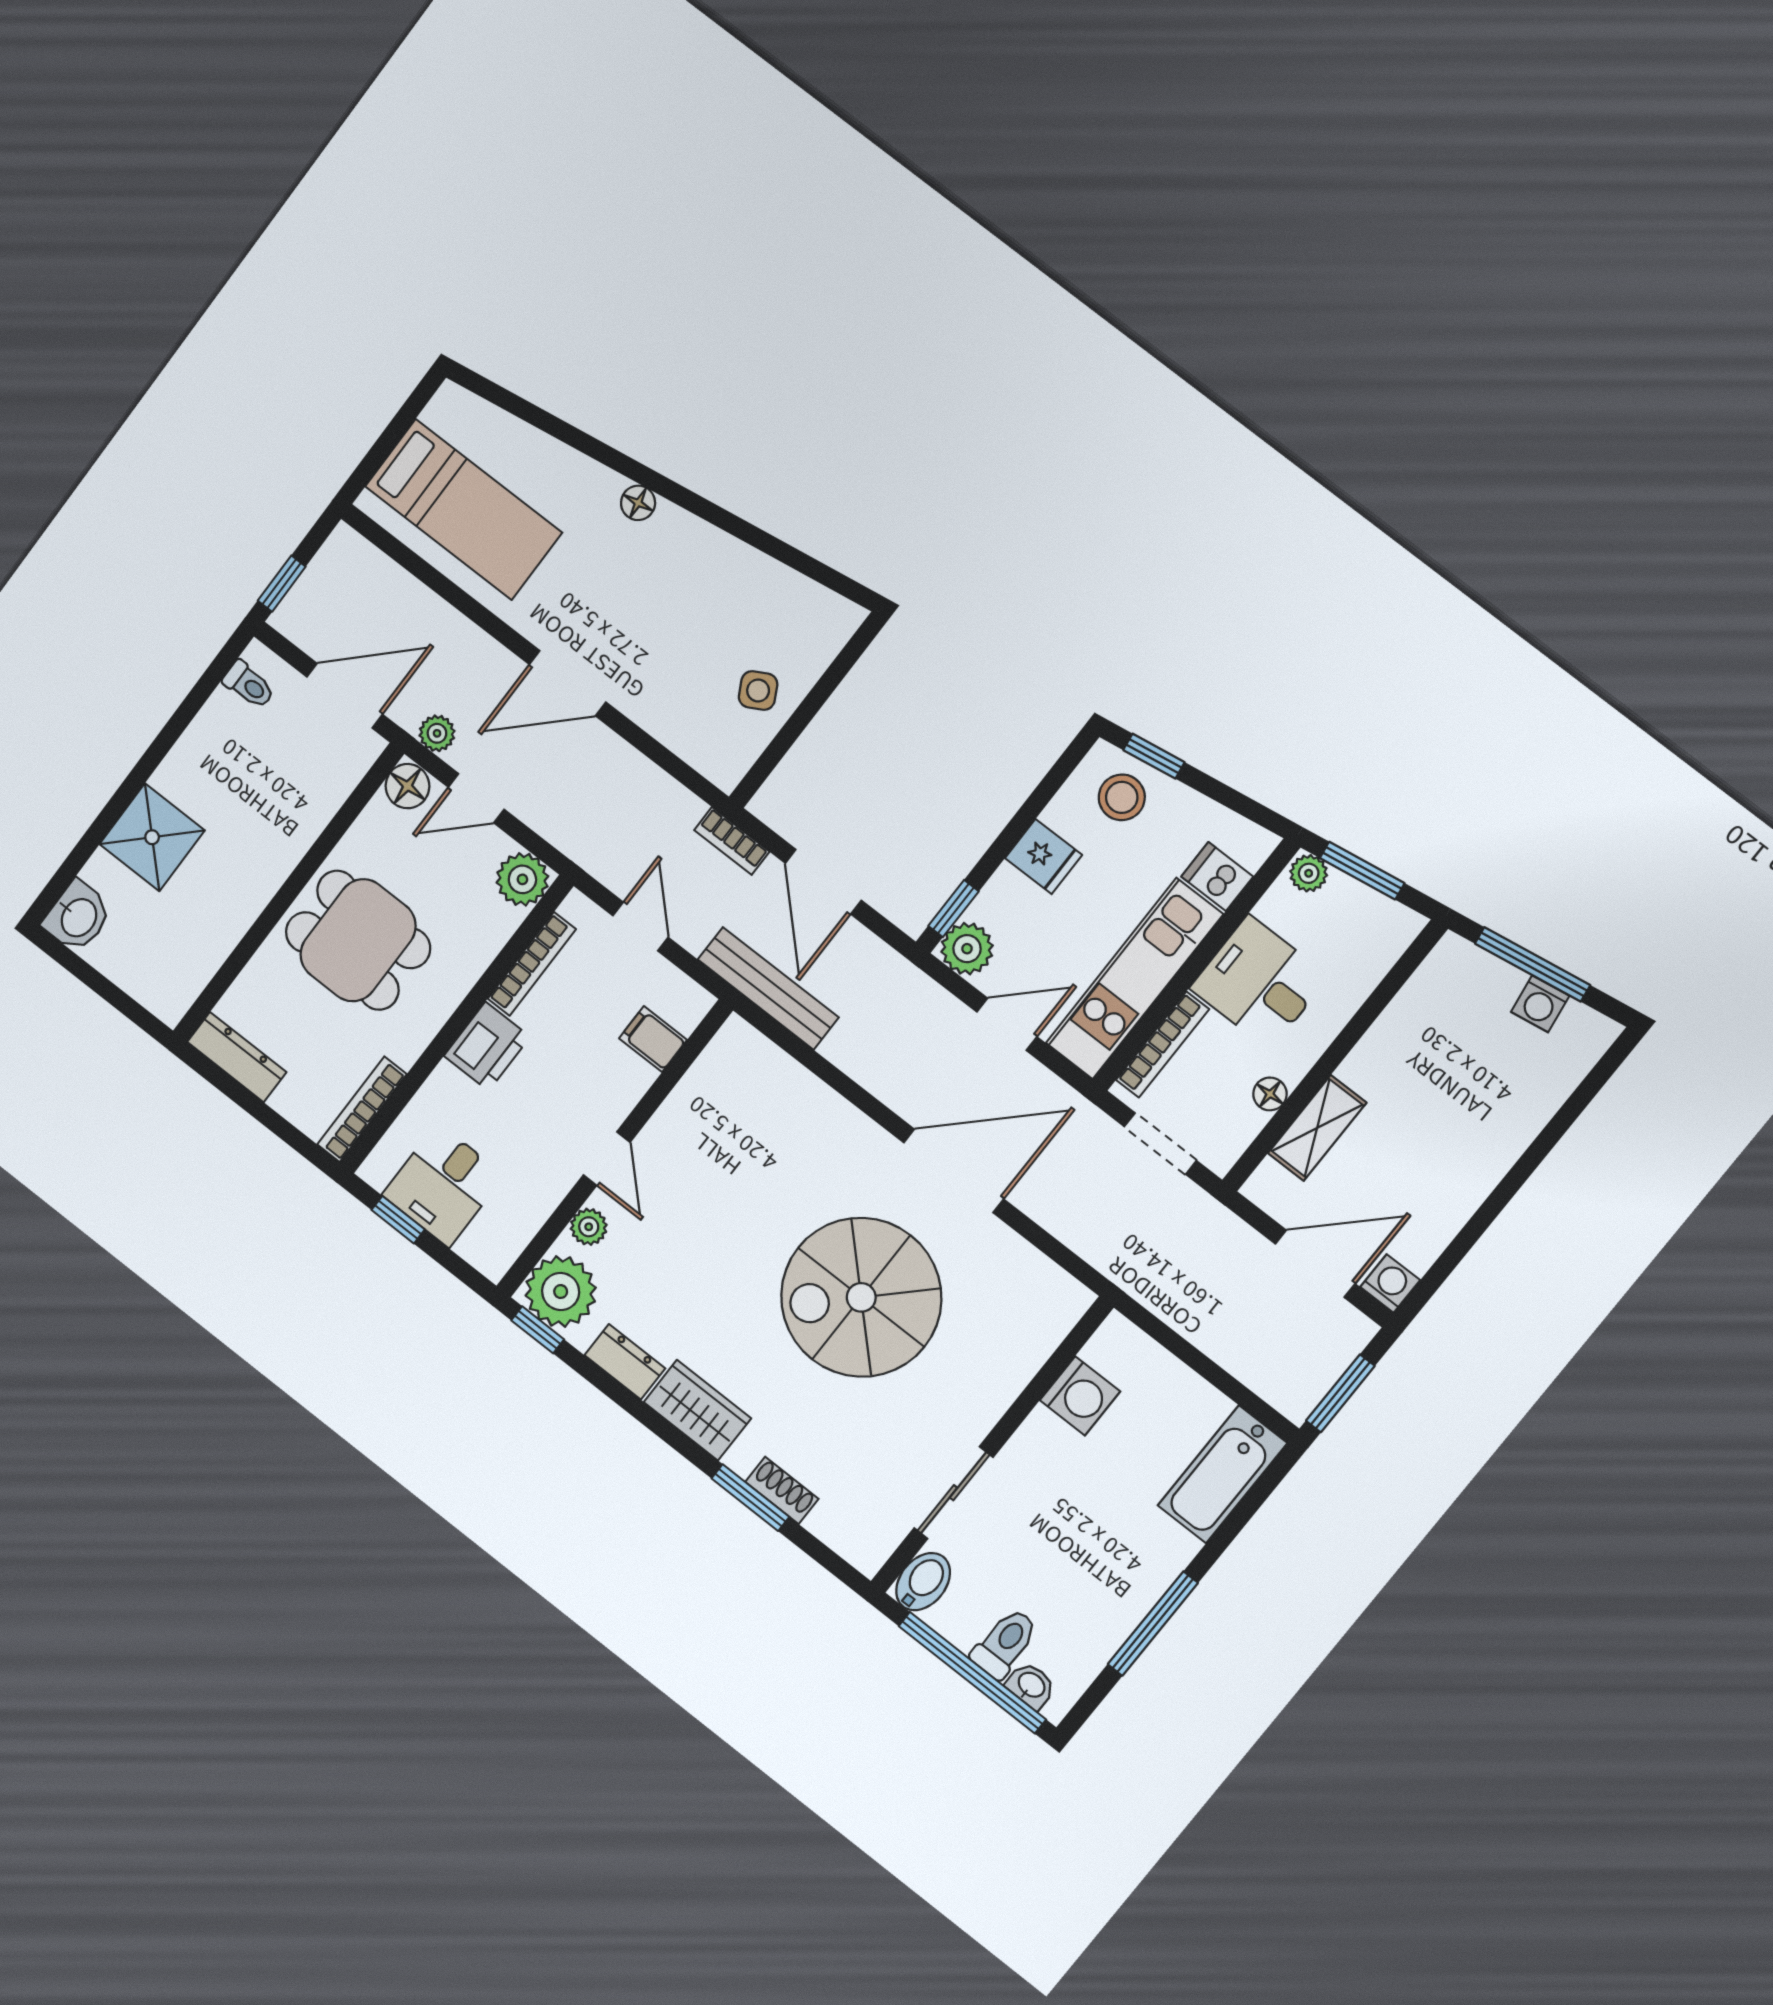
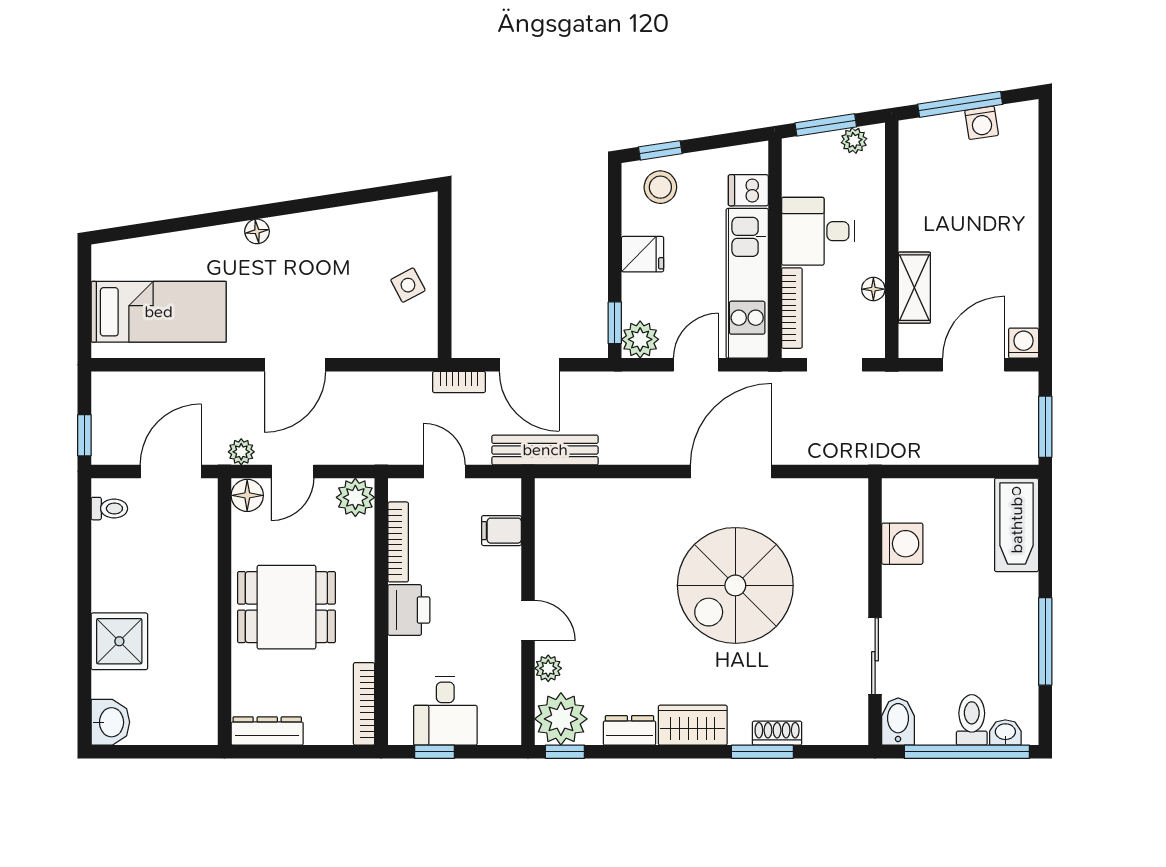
plant: (1309, 873) -> (854, 141), moved

